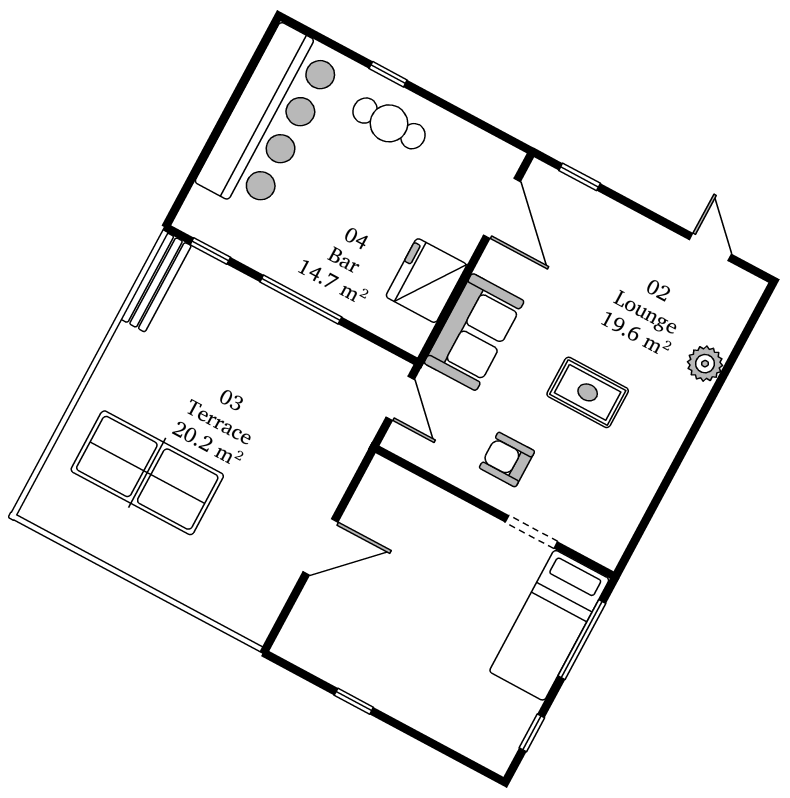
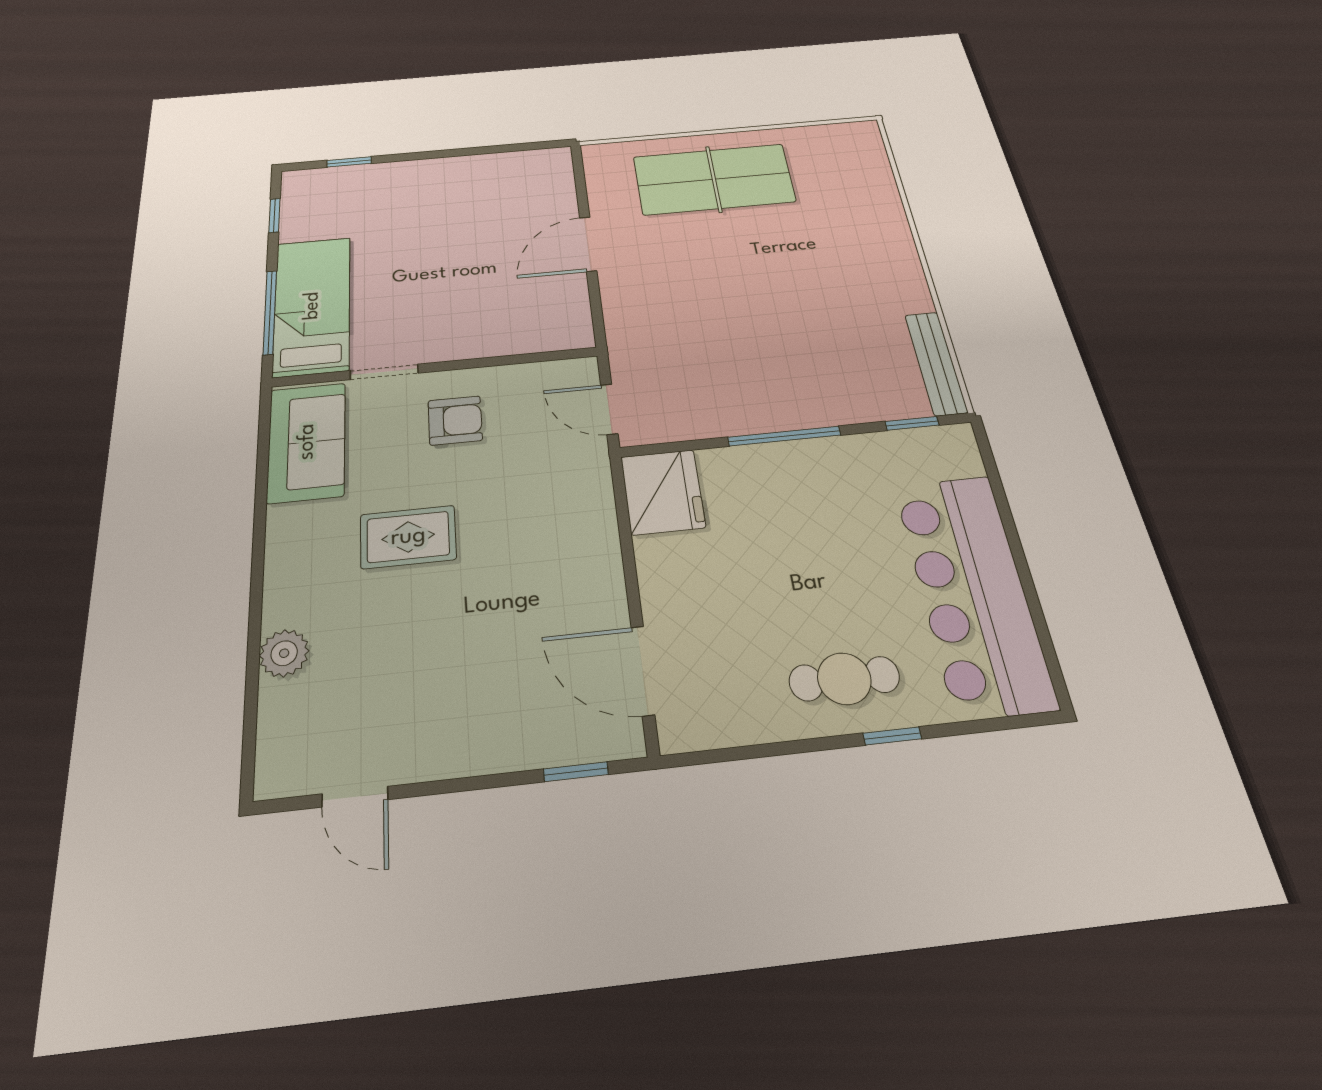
fridge: (426, 281) -> (663, 492), moved
sofa: (474, 332) -> (307, 442), moved, turned 180
table tennis table: (147, 473) -> (714, 179), moved
window: (354, 701) -> (349, 162), moved

